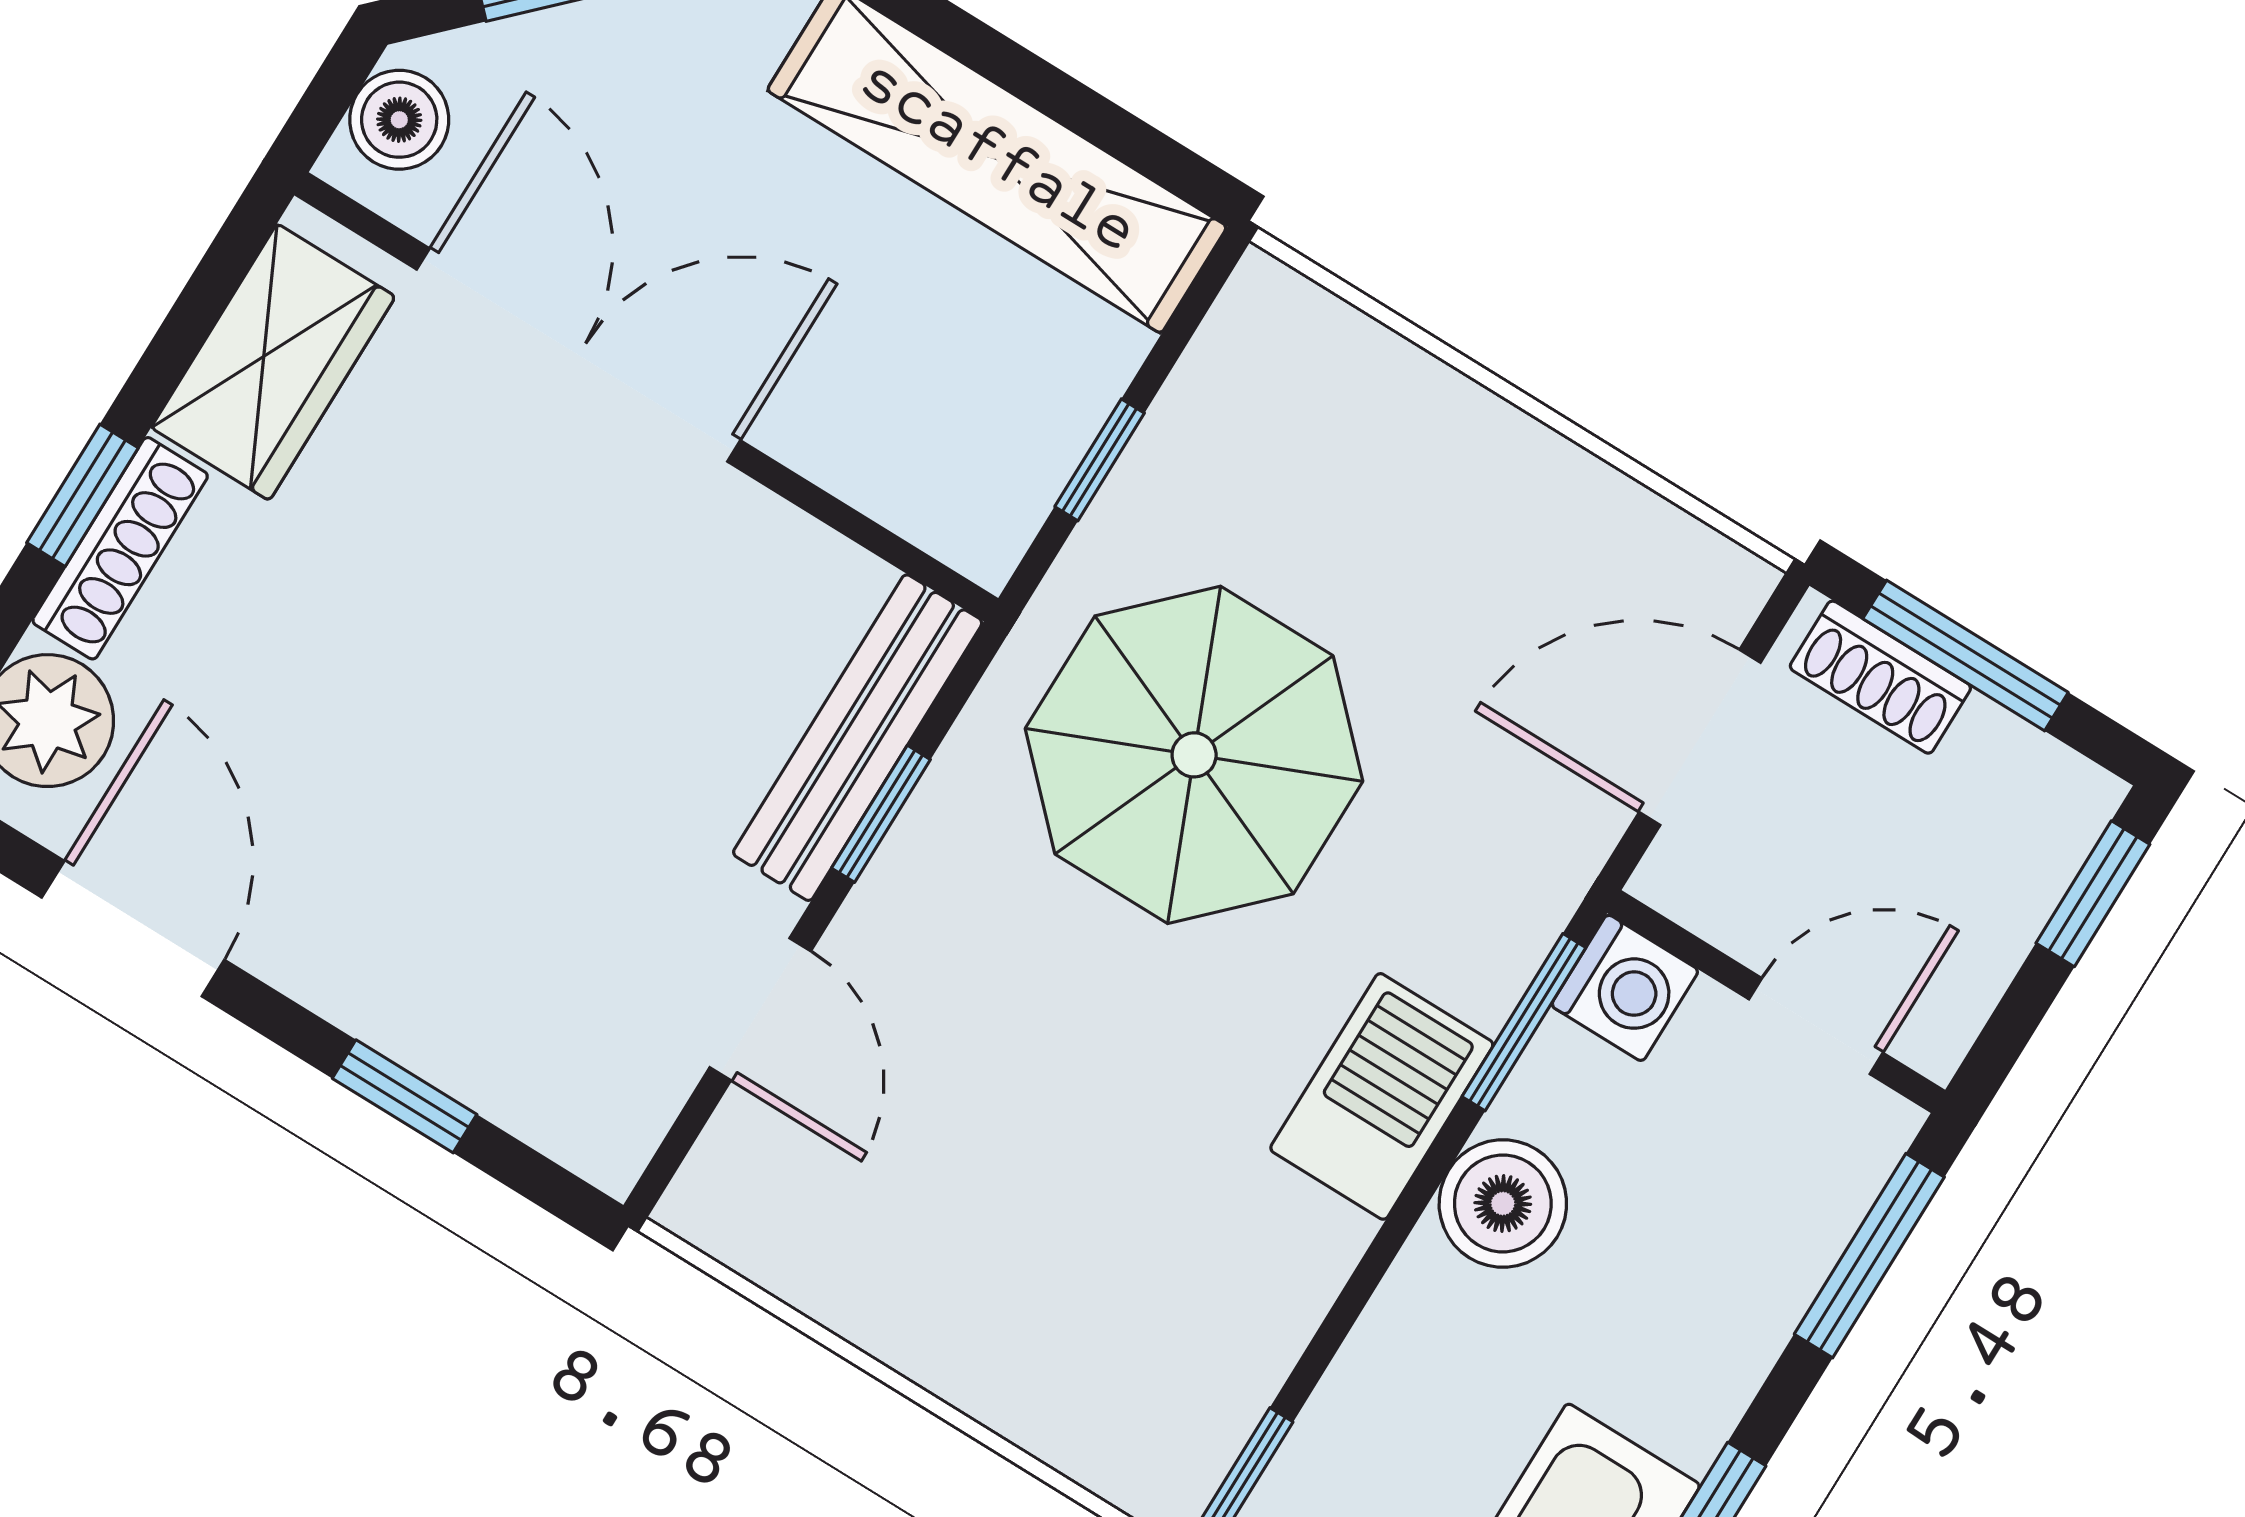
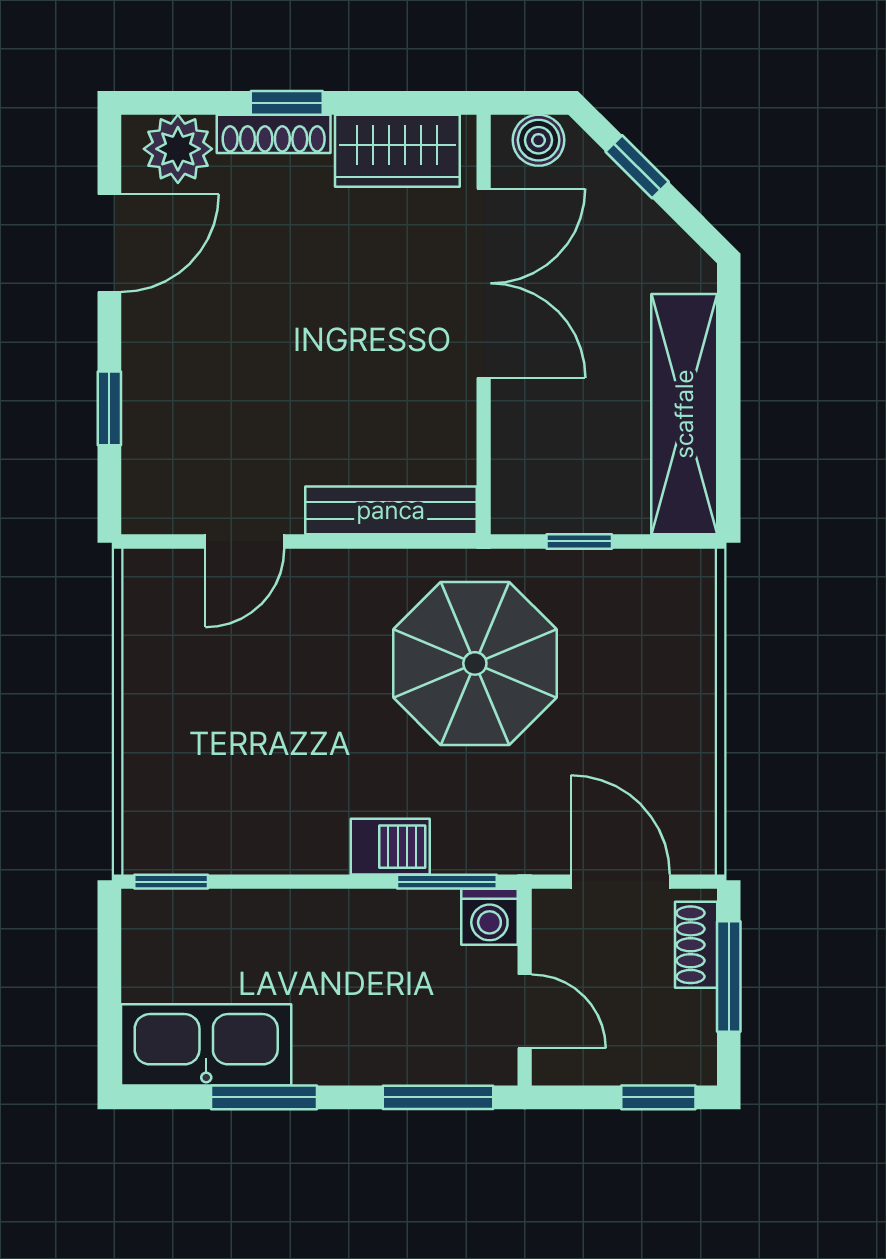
window: (881, 814) -> (364, 541), removed
barbecue: (1382, 1096) -> (390, 847), width x0.73, depth x0.79
boiler: (1503, 1204) -> (361, 922), removed

